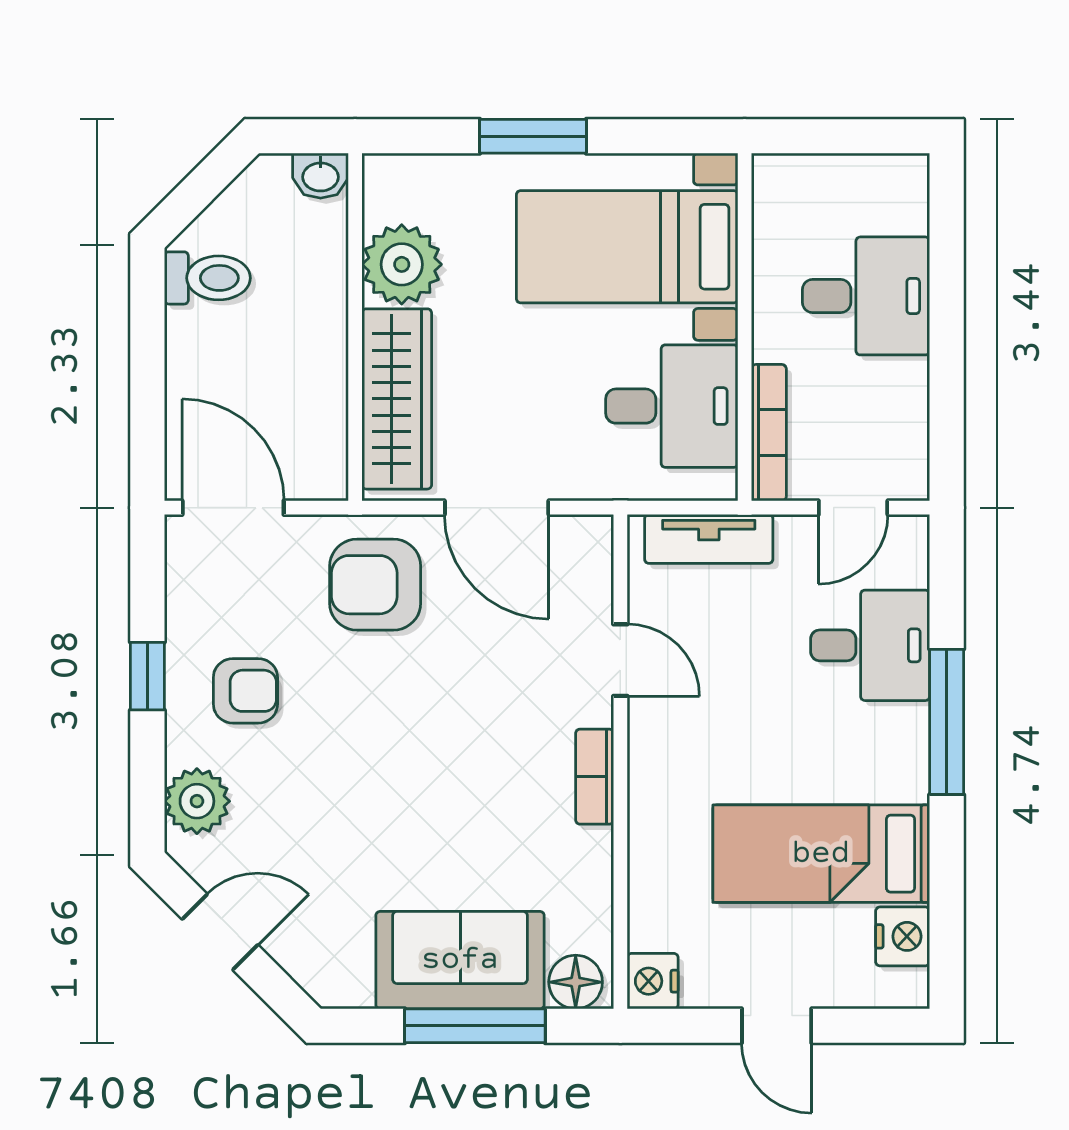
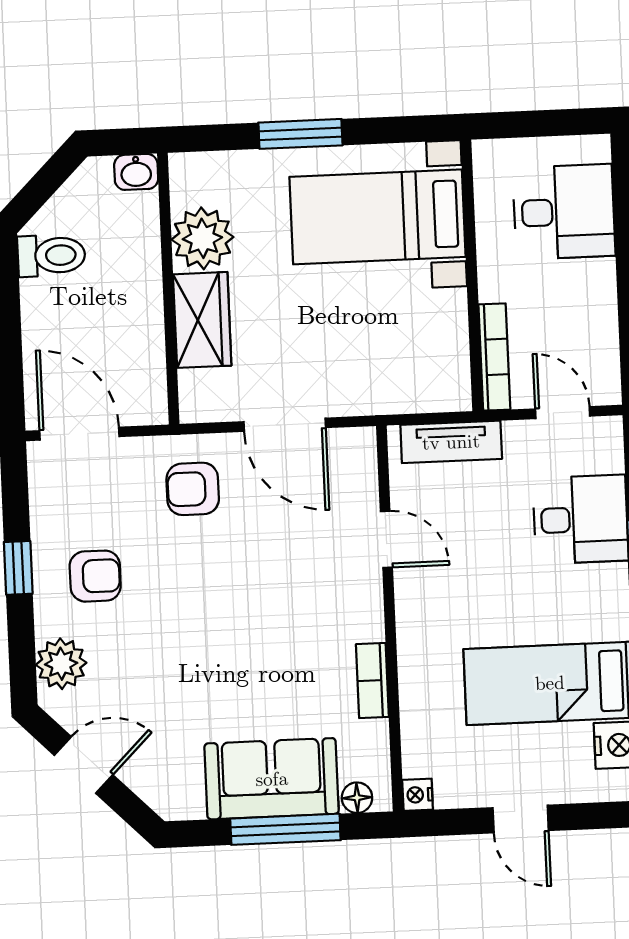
desk: (866, 296) -> (564, 212), moved
wardrobe: (397, 399) -> (202, 320), width x0.67
desk: (672, 406) -> (418, 340), removed
door: (853, 508) -> (563, 413), swing flipped
armchair: (375, 585) -> (193, 489), width x0.72, depth x0.72
bookcase: (595, 777) -> (372, 681), moved
nightstand: (653, 981) -> (418, 795), width x0.72, depth x0.74
floor lamp: (576, 982) -> (357, 798), width x0.73, depth x0.73

